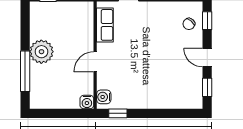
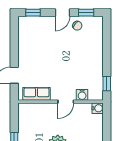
chair: (189, 24) -> (77, 26), moved
door: (95, 62) -> (66, 102), hinge flipped
water cooler: (104, 97) -> (82, 95), moved

